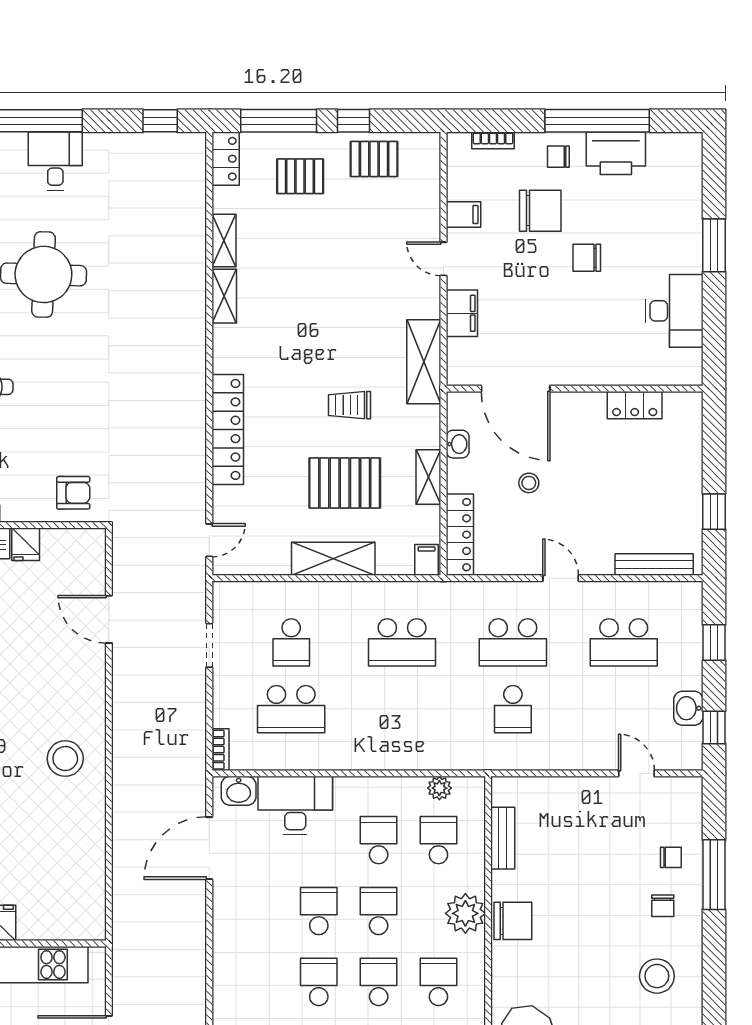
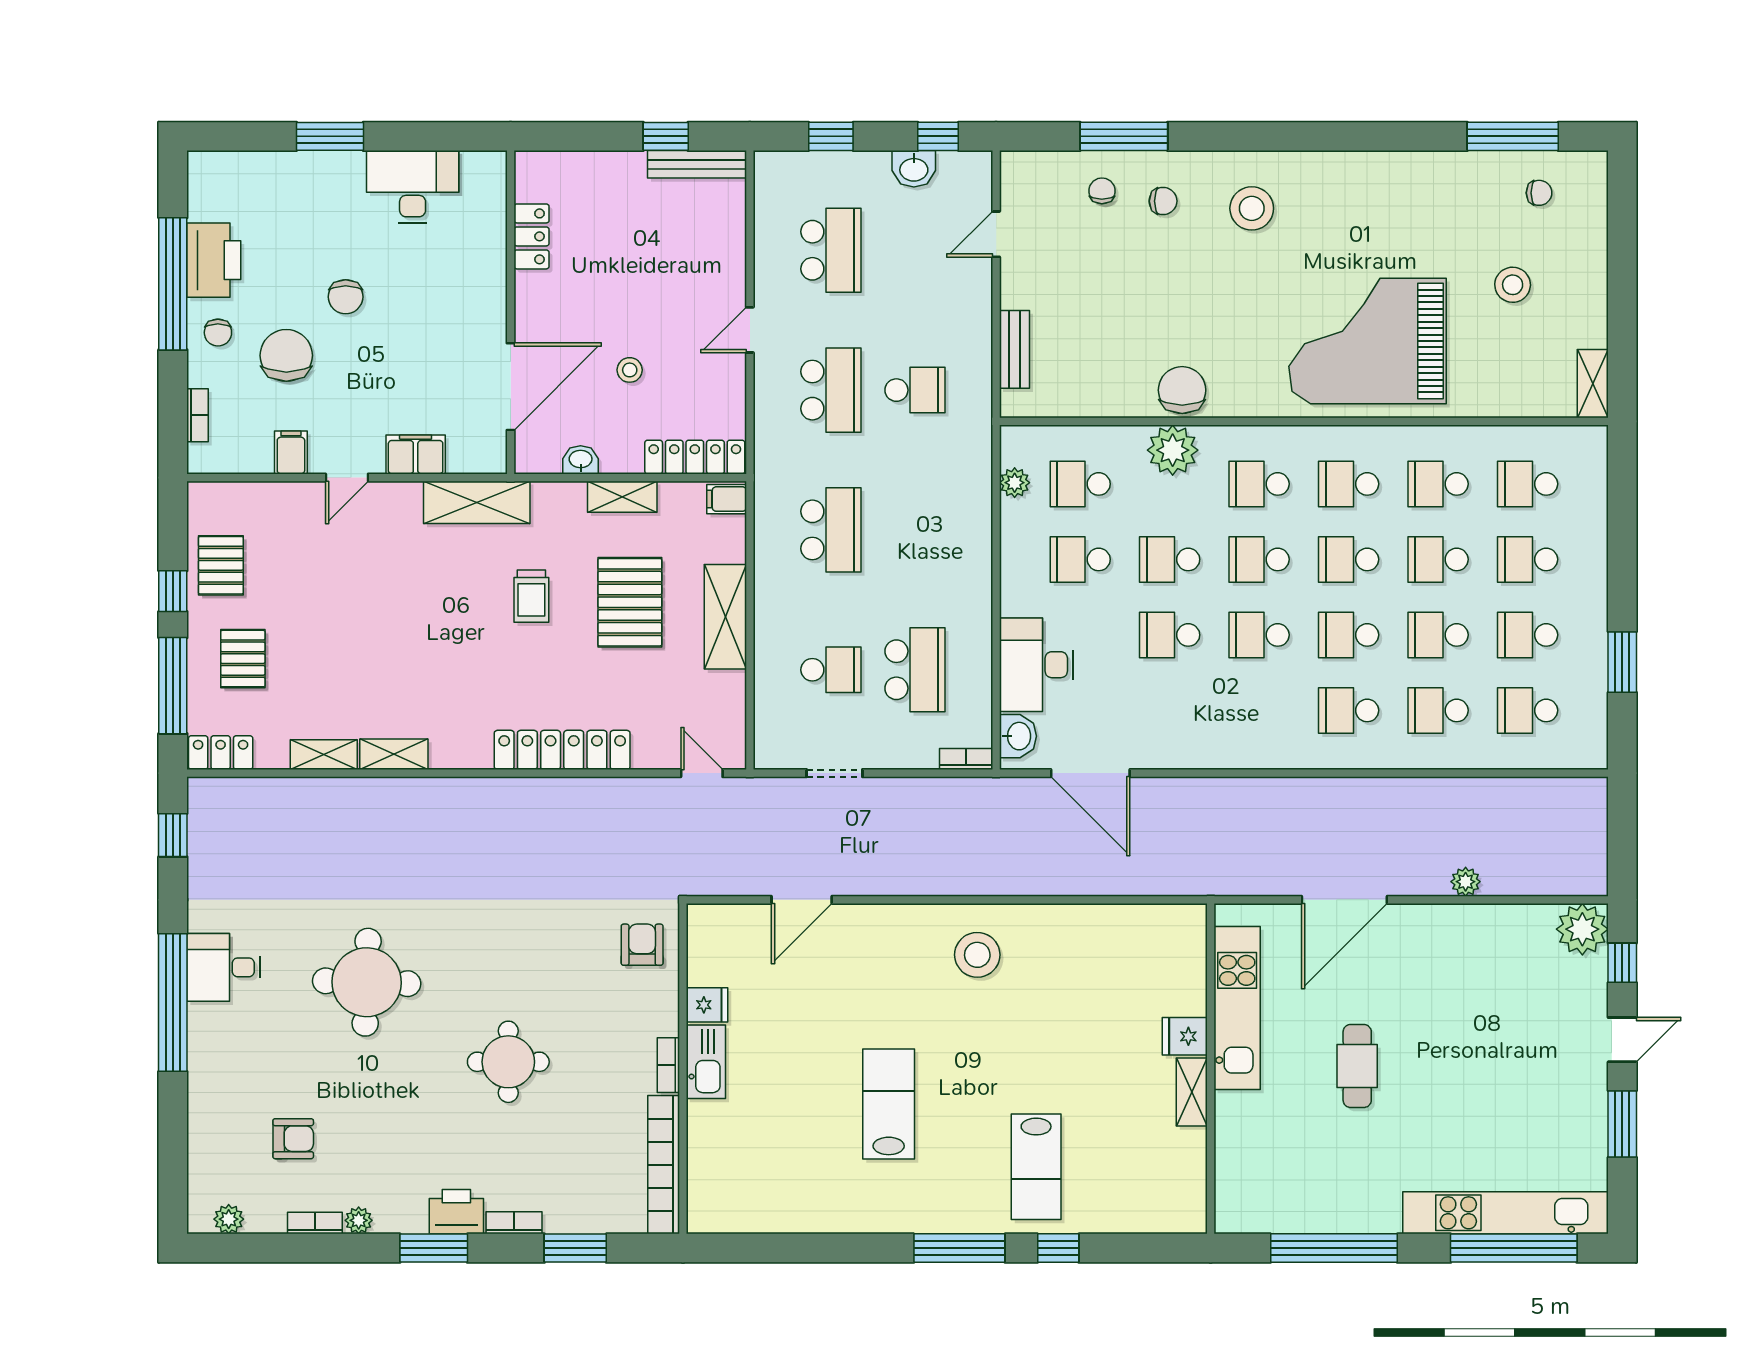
bench: (654, 564) -> (697, 164), moved, turned 90
bench: (503, 838) -> (1014, 349), moved, turned 90

